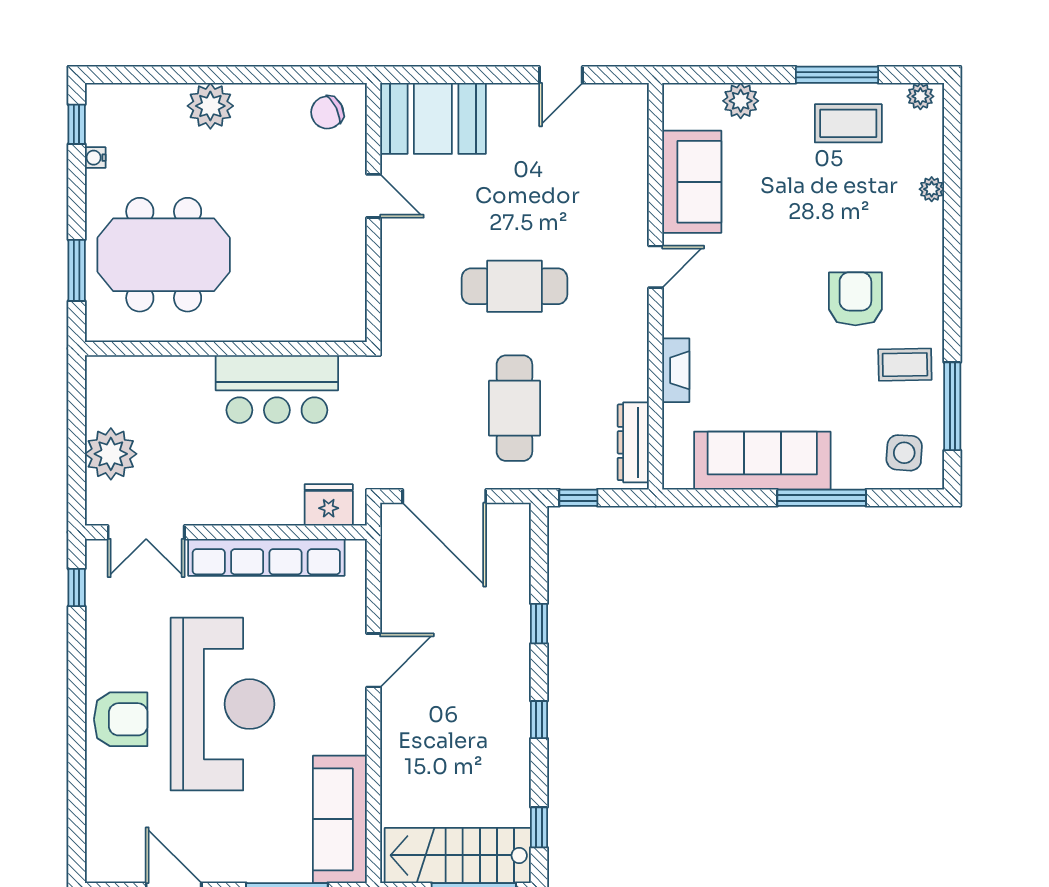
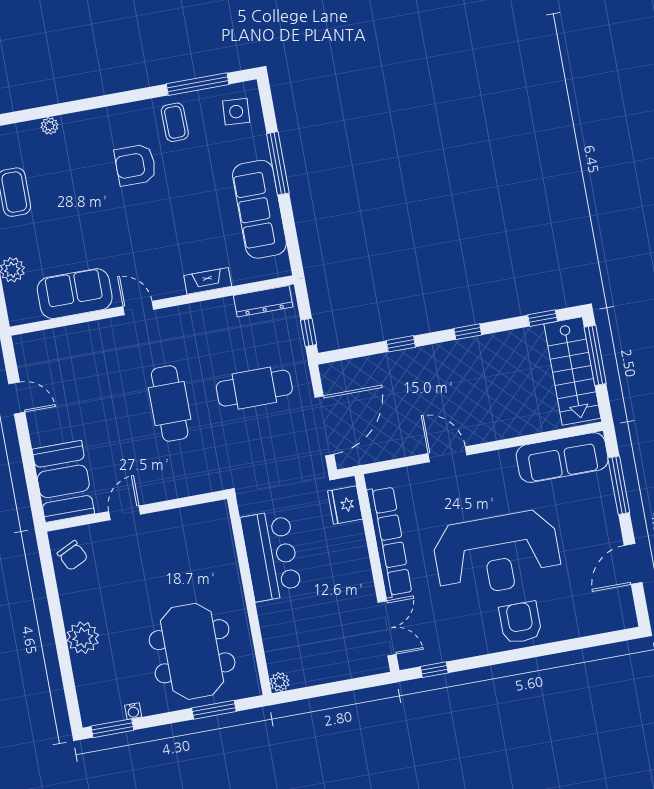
window: (77, 124) -> (112, 728), width x1.50
plant: (111, 454) -> (280, 682), moved, width x0.53, depth x0.53
reception desk: (222, 704) -> (497, 554), turned 180

